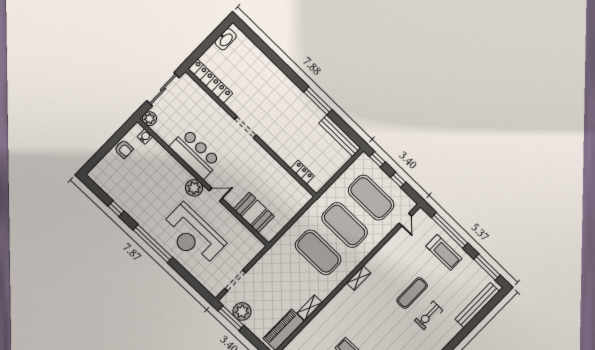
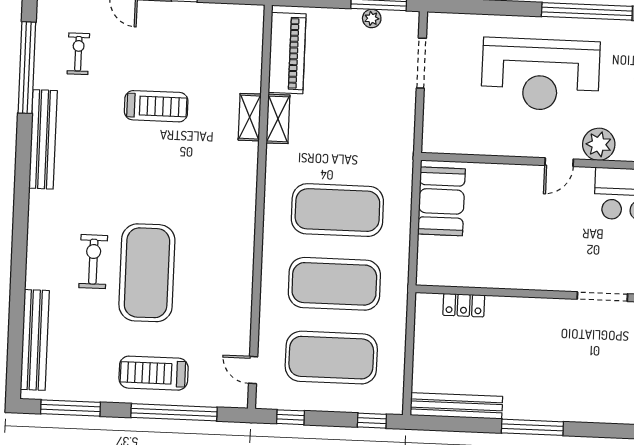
window: (398, 180) -> (290, 417), moved
booth: (254, 213) -> (441, 201), moved, turned 90
reception desk: (193, 235) -> (540, 74), turned 180
shelving: (359, 278) -> (250, 117), moved
exercise mat: (412, 293) -> (147, 273), width x2.00, depth x1.45
plant: (242, 311) -> (372, 18), width x0.53, depth x0.53

